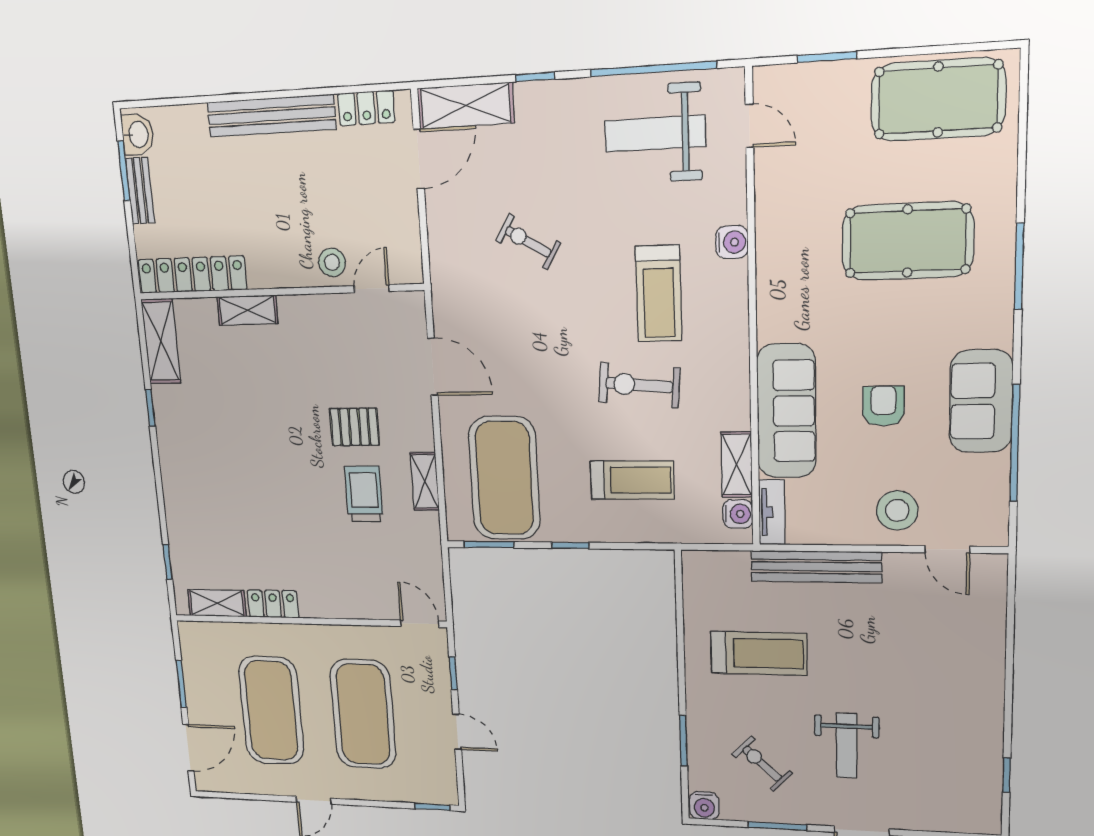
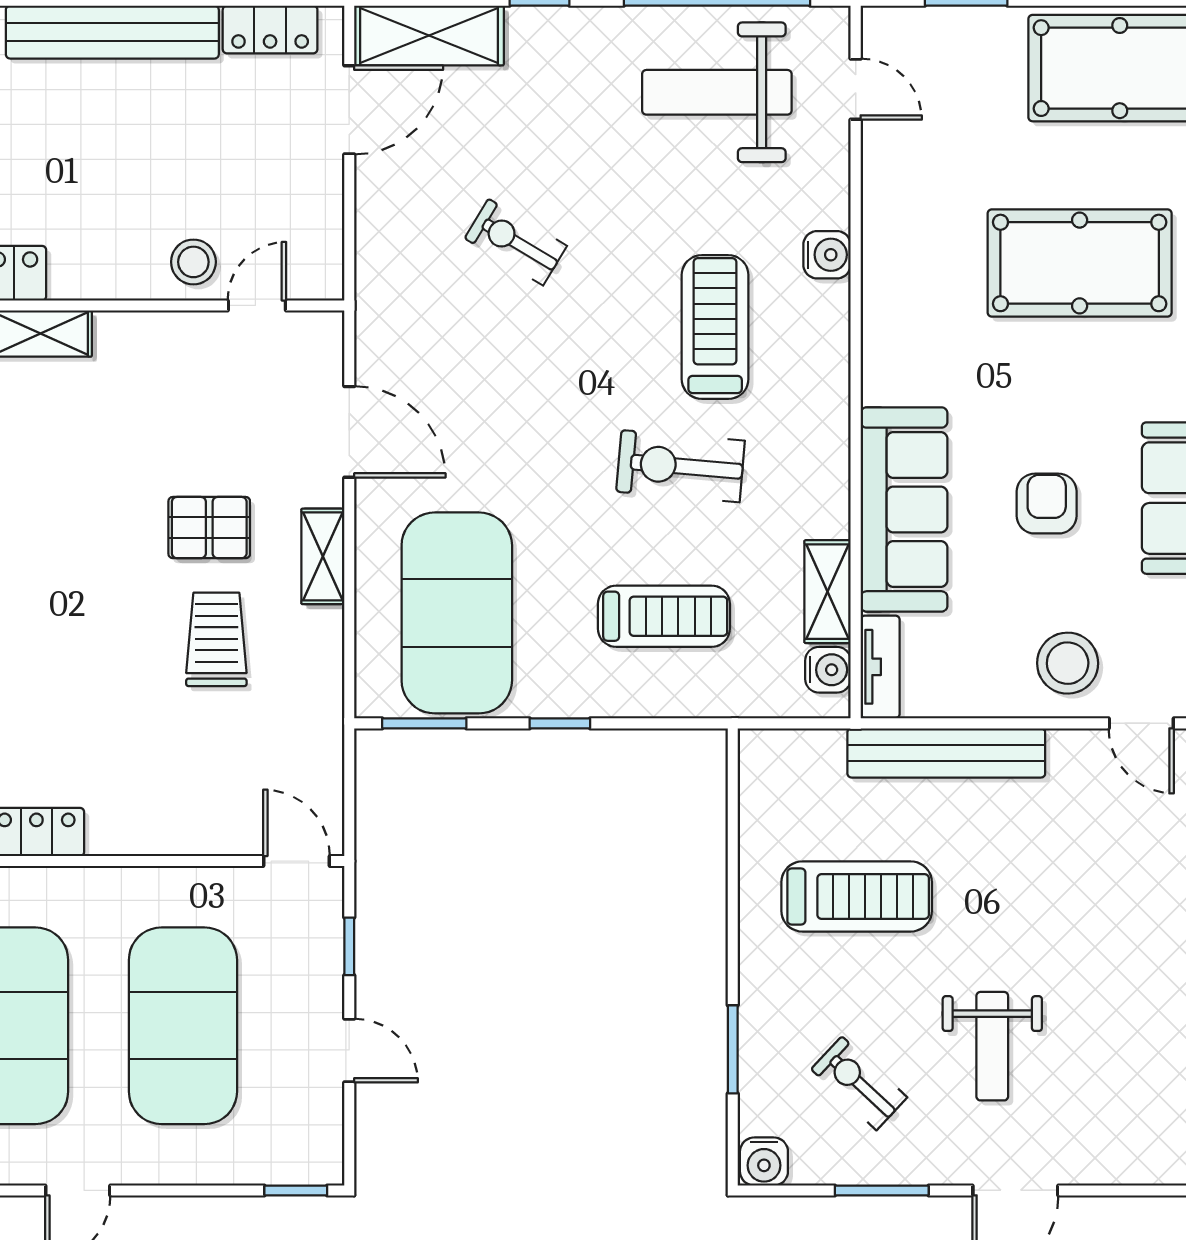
treadmill: (659, 293) -> (715, 327), turned 180
shelving: (425, 482) -> (323, 556), moved

